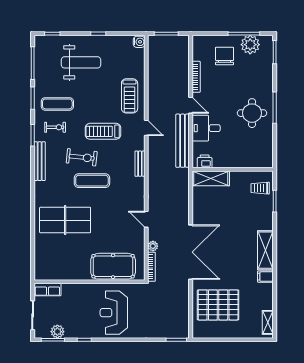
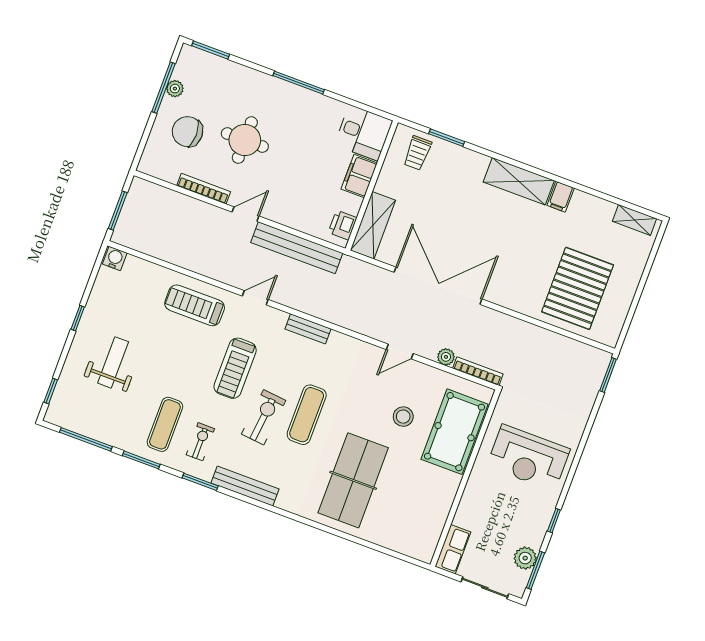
plant: (250, 45) -> (175, 89), width x0.53, depth x0.53
weight bench: (81, 62) -> (113, 362), width x0.73, depth x0.75
treadmill: (130, 96) -> (195, 305), turned 180
round table: (252, 113) -> (245, 140), moved
desk: (206, 128) -> (364, 133), moved, turned -90
filing cabinet: (235, 161) -> (359, 176), added
stool: (111, 235) -> (403, 417), added
double door: (191, 252) -> (438, 286), moved

